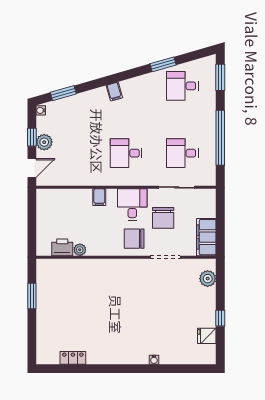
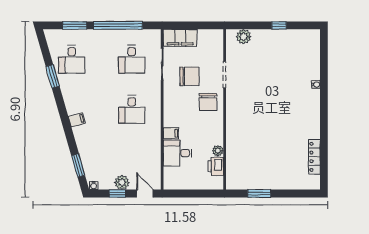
window: (220, 77) -> (75, 25), moved
desk: (132, 205) -> (178, 153), moved
filing cabinet: (206, 237) -> (180, 38), moved
fridge: (207, 336) -> (295, 37), removed
locker: (73, 358) -> (314, 157), width x1.53

